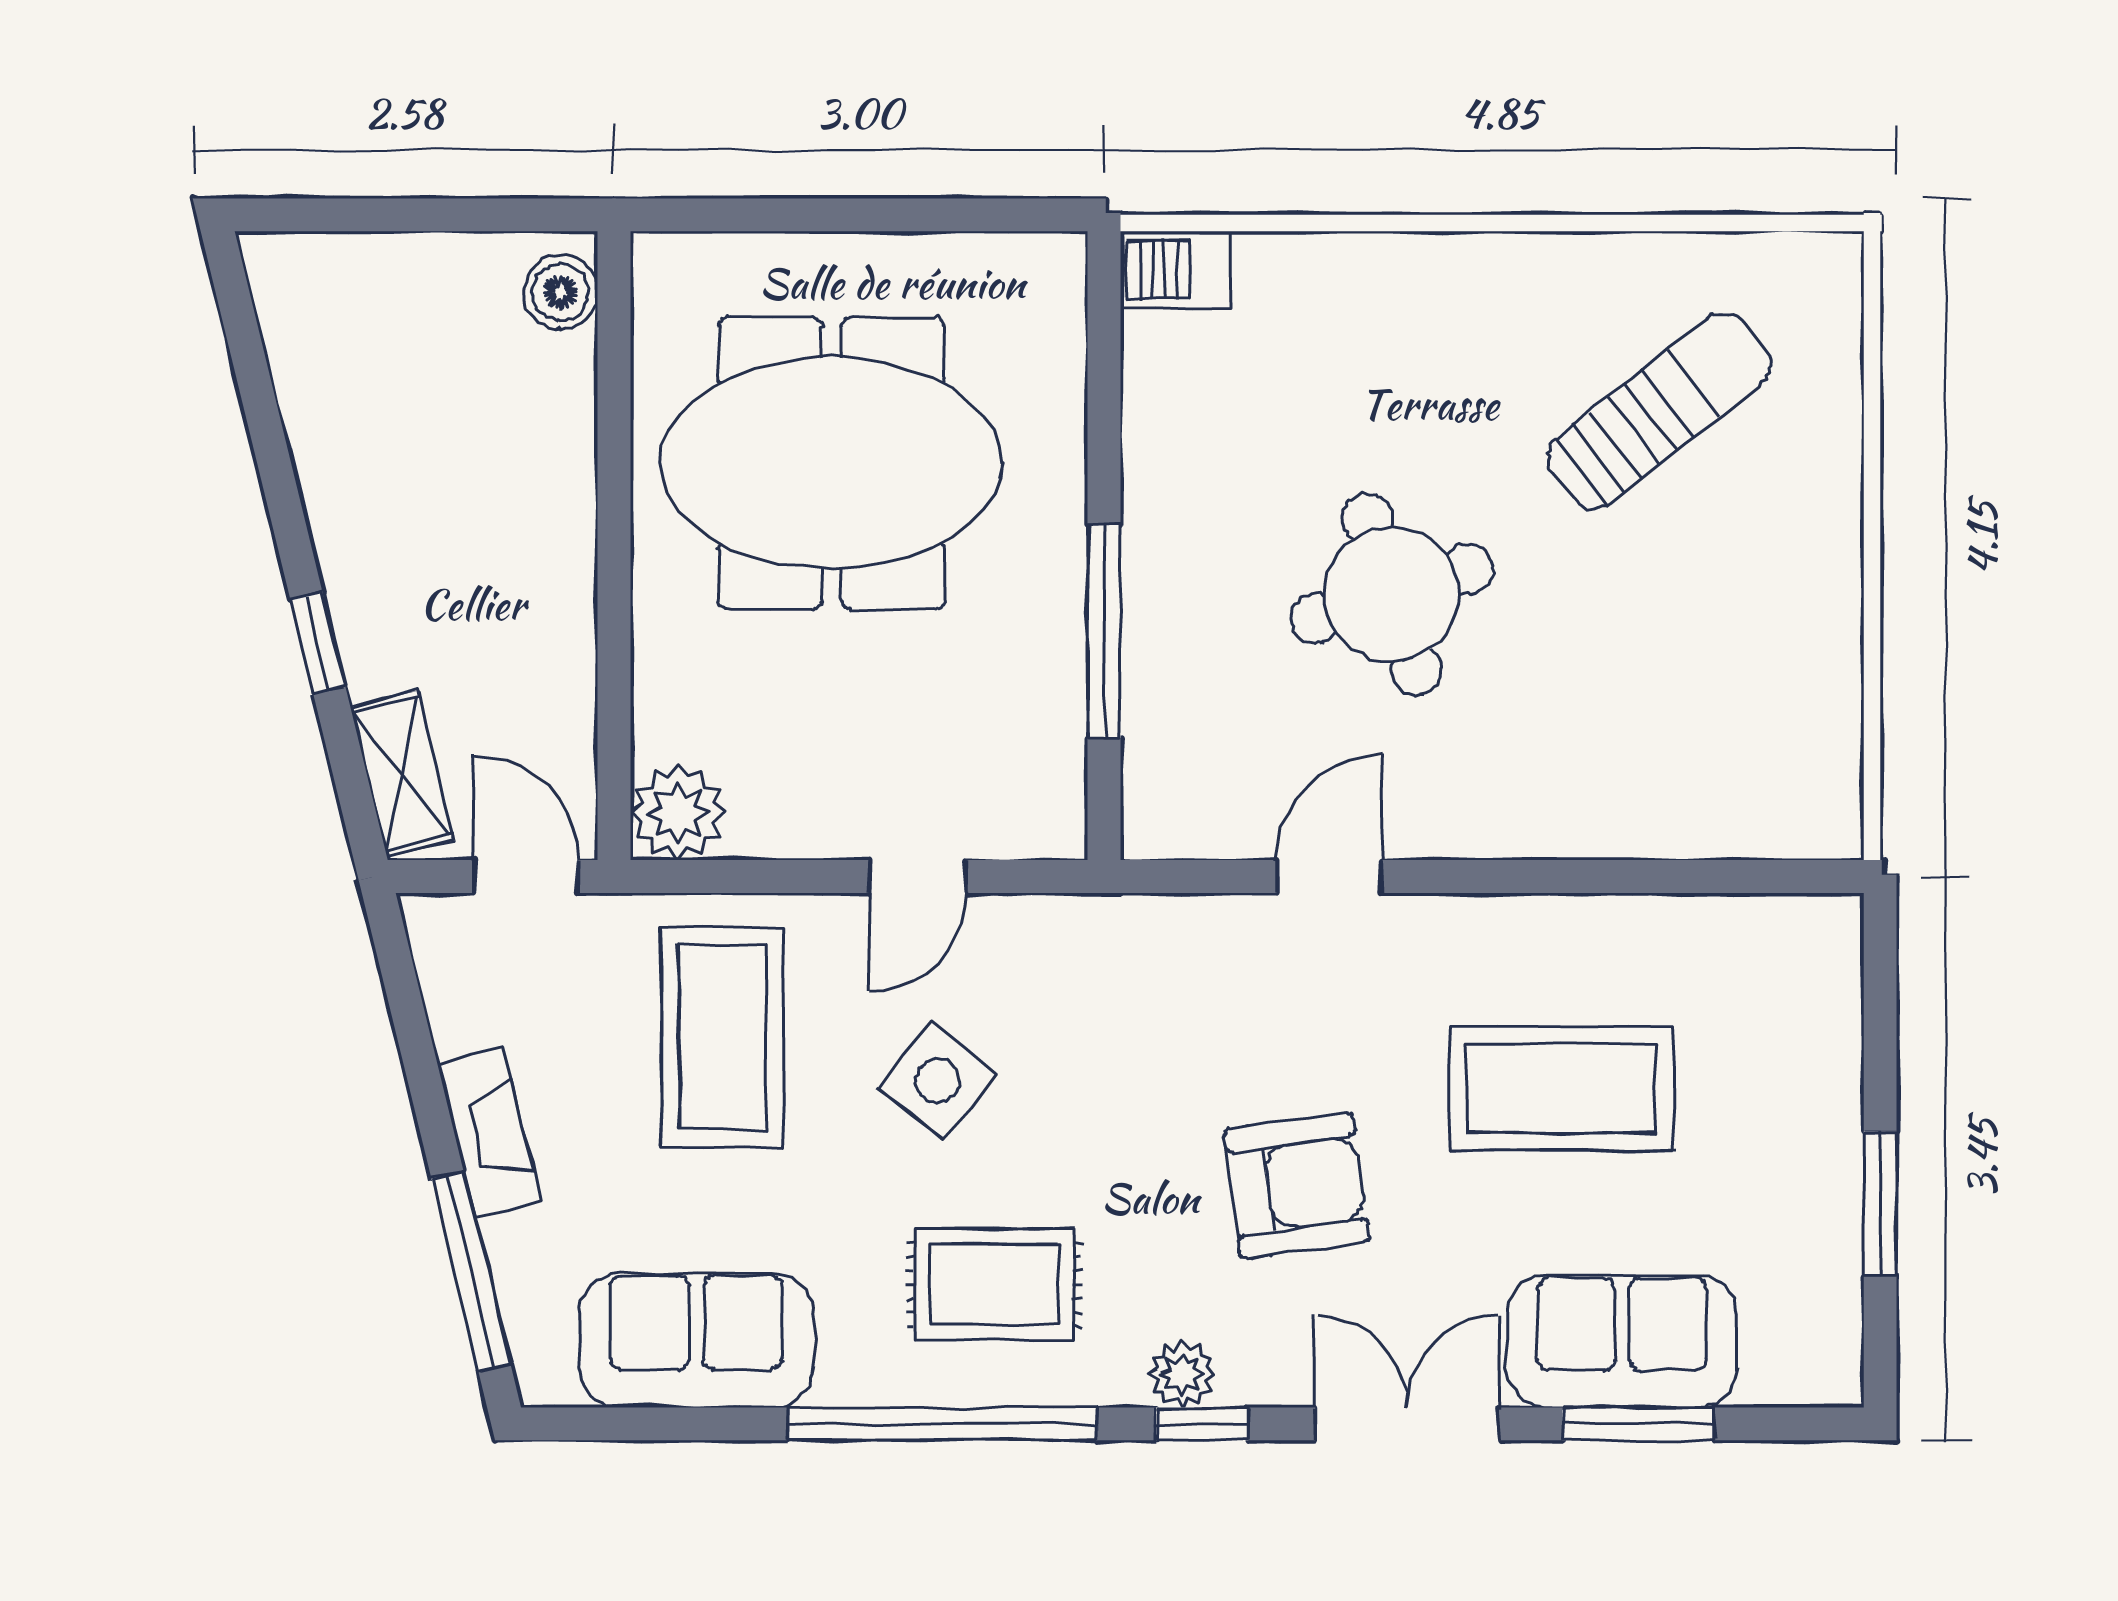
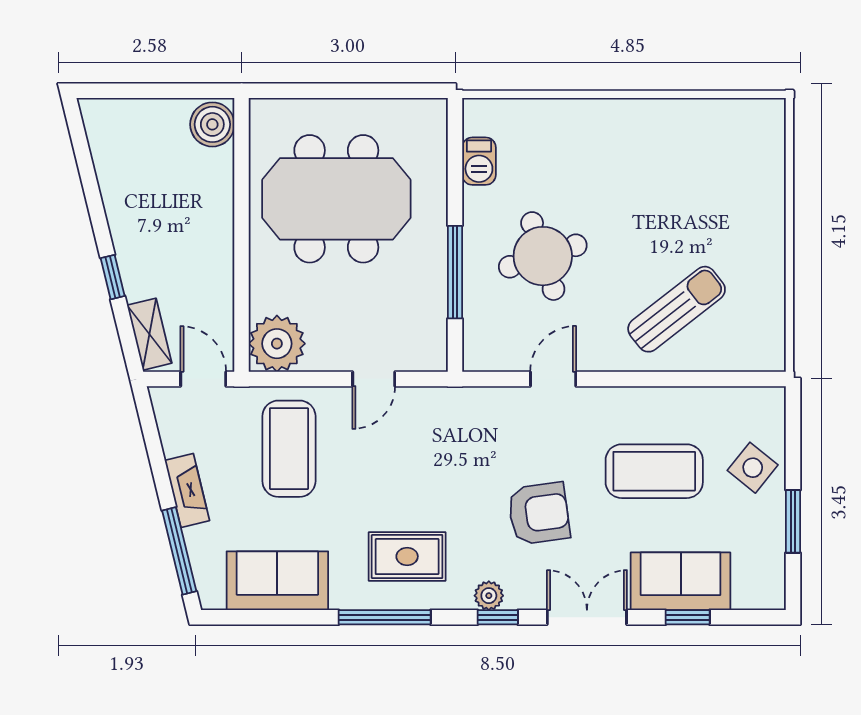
barbecue: (1175, 270) -> (479, 161), moved, turned -90
boiler: (560, 292) -> (212, 124), width x1.36, depth x1.36
sun lounger: (1659, 411) -> (677, 309), moved
round table: (1392, 594) -> (543, 256), moved
plant: (678, 813) -> (277, 344), width x1.36, depth x1.36
side table: (938, 1081) -> (753, 468), moved
window: (943, 1424) -> (385, 617), width x0.68
window: (1638, 1424) -> (688, 617), width x0.67

